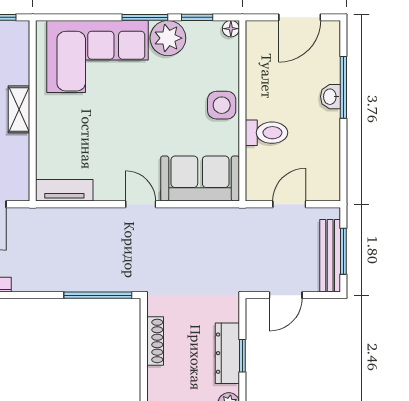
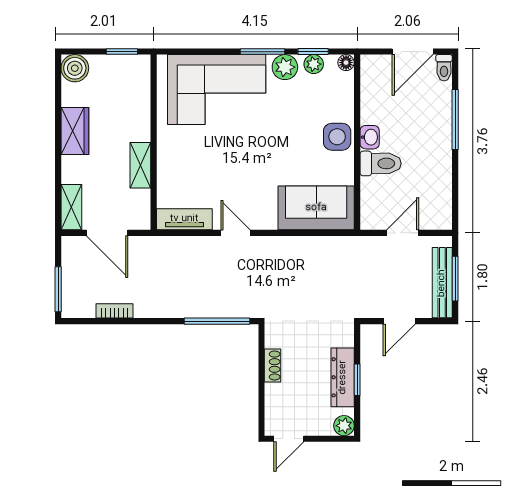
plant: (198, 30) -> (314, 64), added
toilet: (332, 34) -> (444, 68), added
plant: (168, 38) -> (285, 67), width x0.73, depth x0.73
washbasin: (330, 97) -> (370, 137), moved, turned 180
shelving: (19, 109) -> (140, 165), moved
door: (141, 204) -> (235, 233), moved
shoe rack: (155, 341) -> (272, 365), width x0.70

